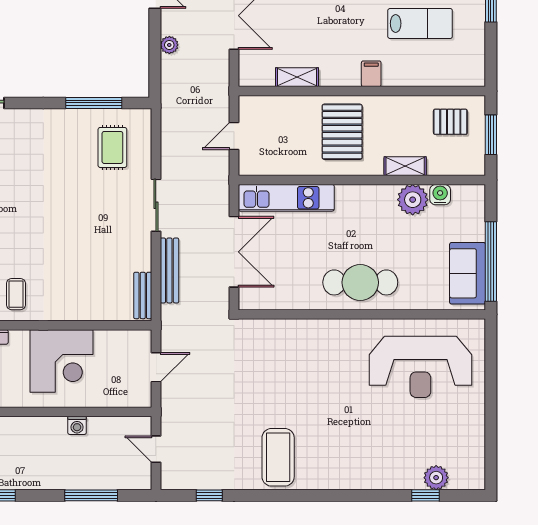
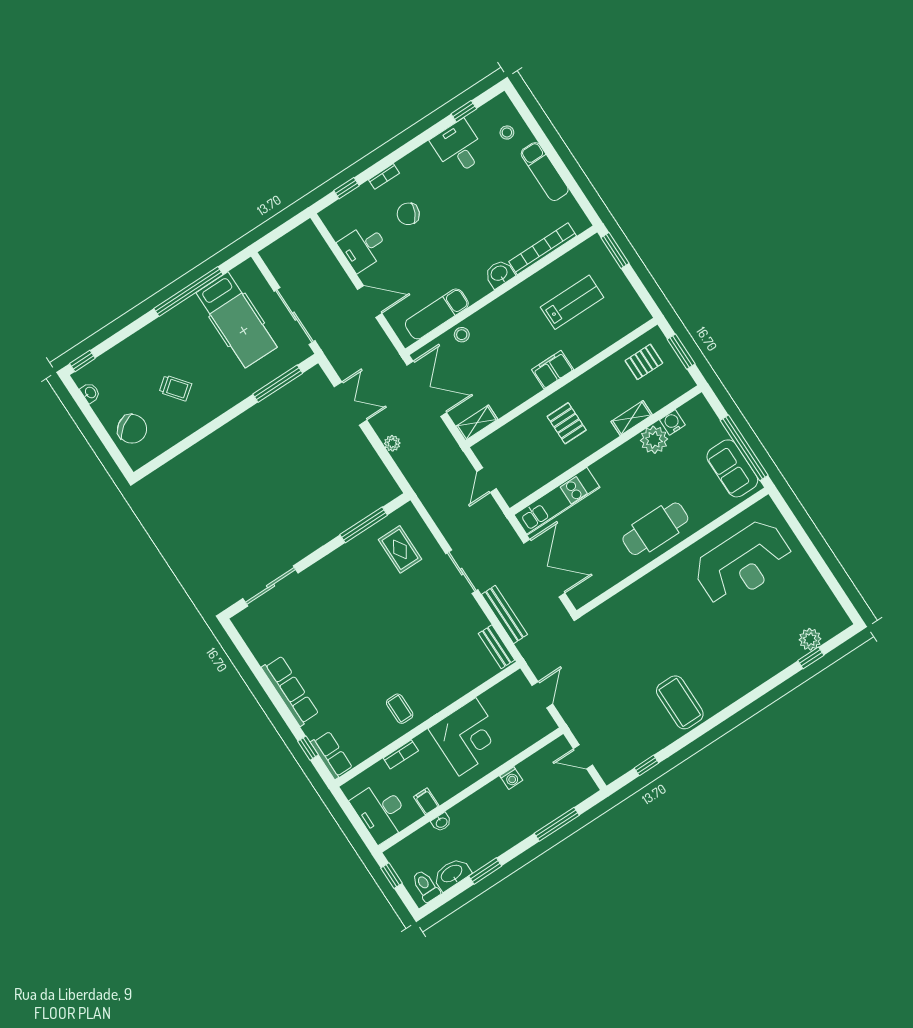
filing cabinet: (371, 74) -> (553, 370), width x2.00
shelving: (297, 77) -> (477, 423), moved
pallet: (342, 132) -> (567, 423), width x0.67, depth x0.71

